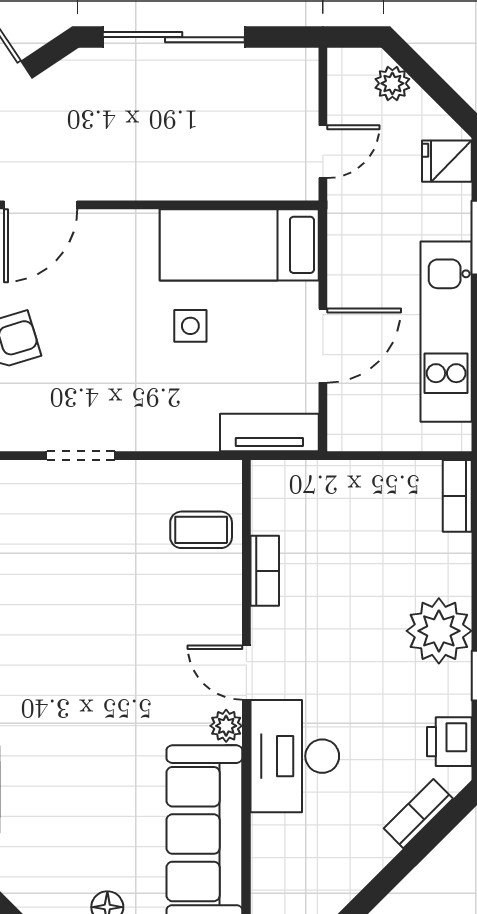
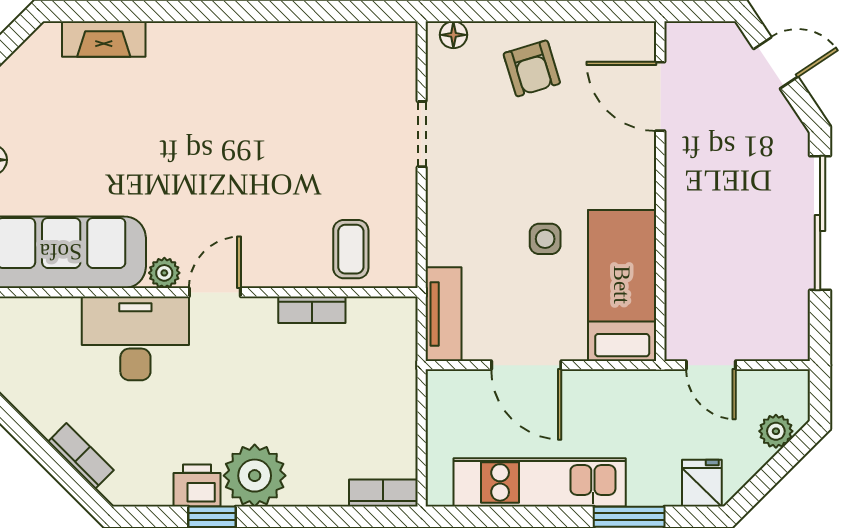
printer: (449, 742) -> (197, 485), moved

